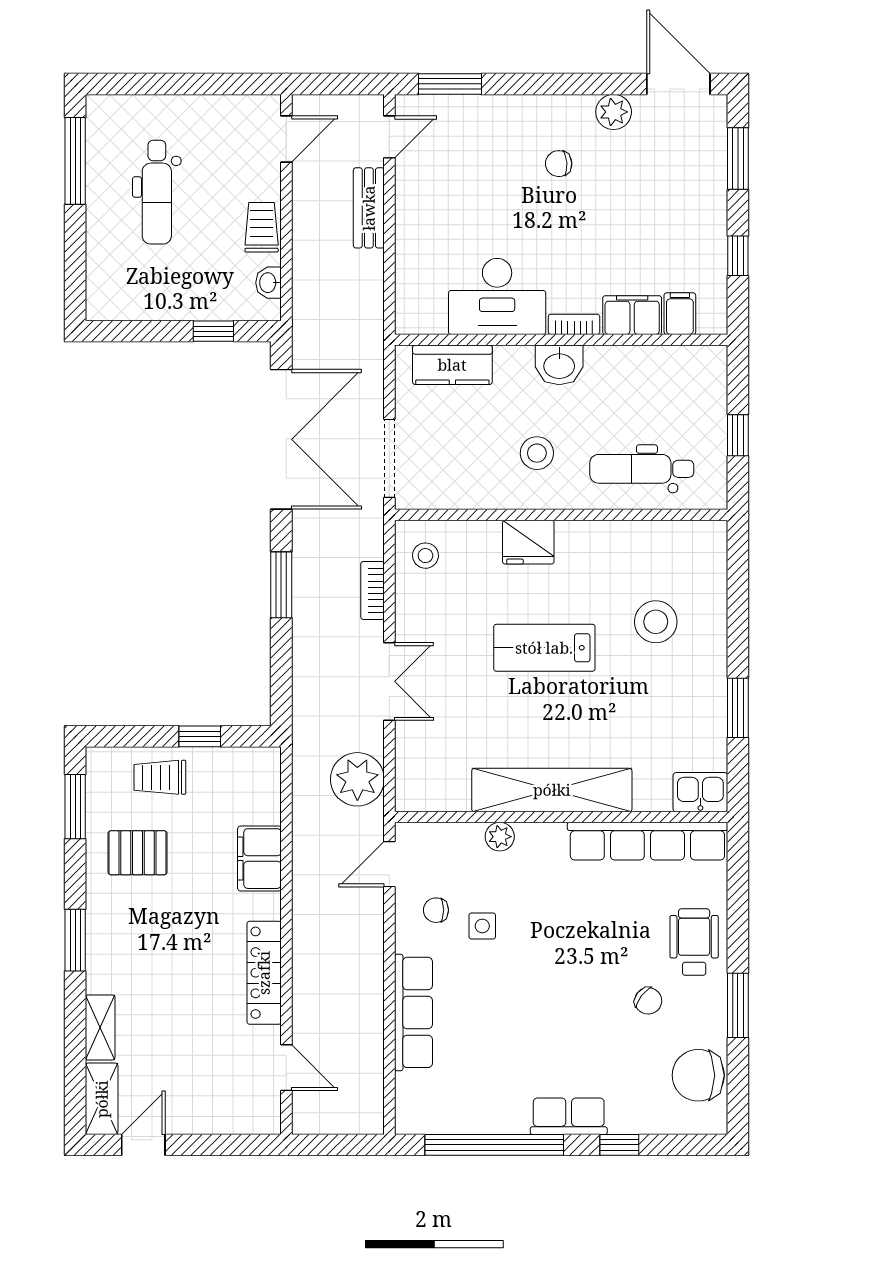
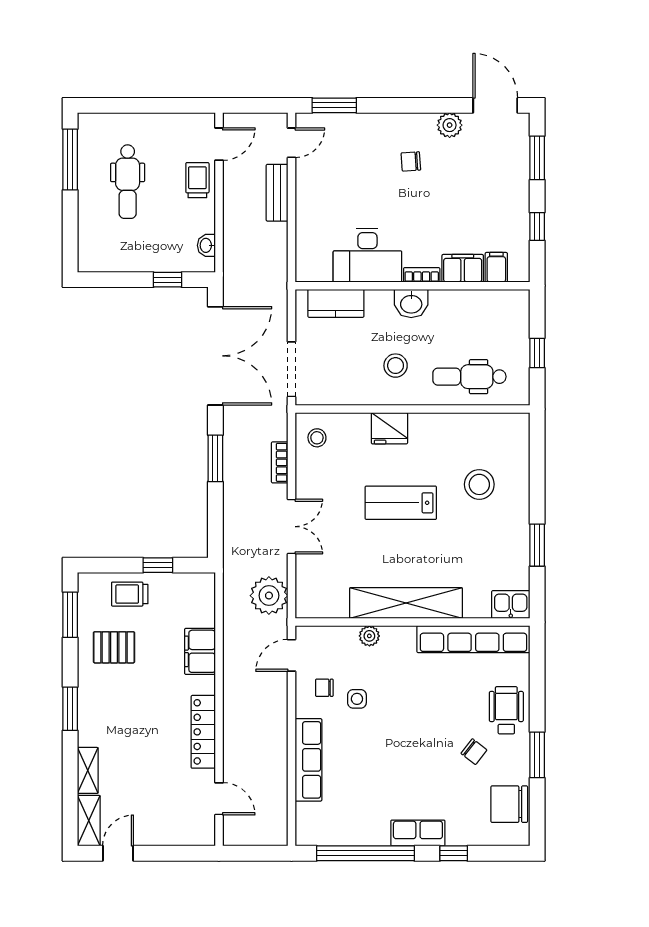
trolley: (262, 227) -> (197, 180), moved

